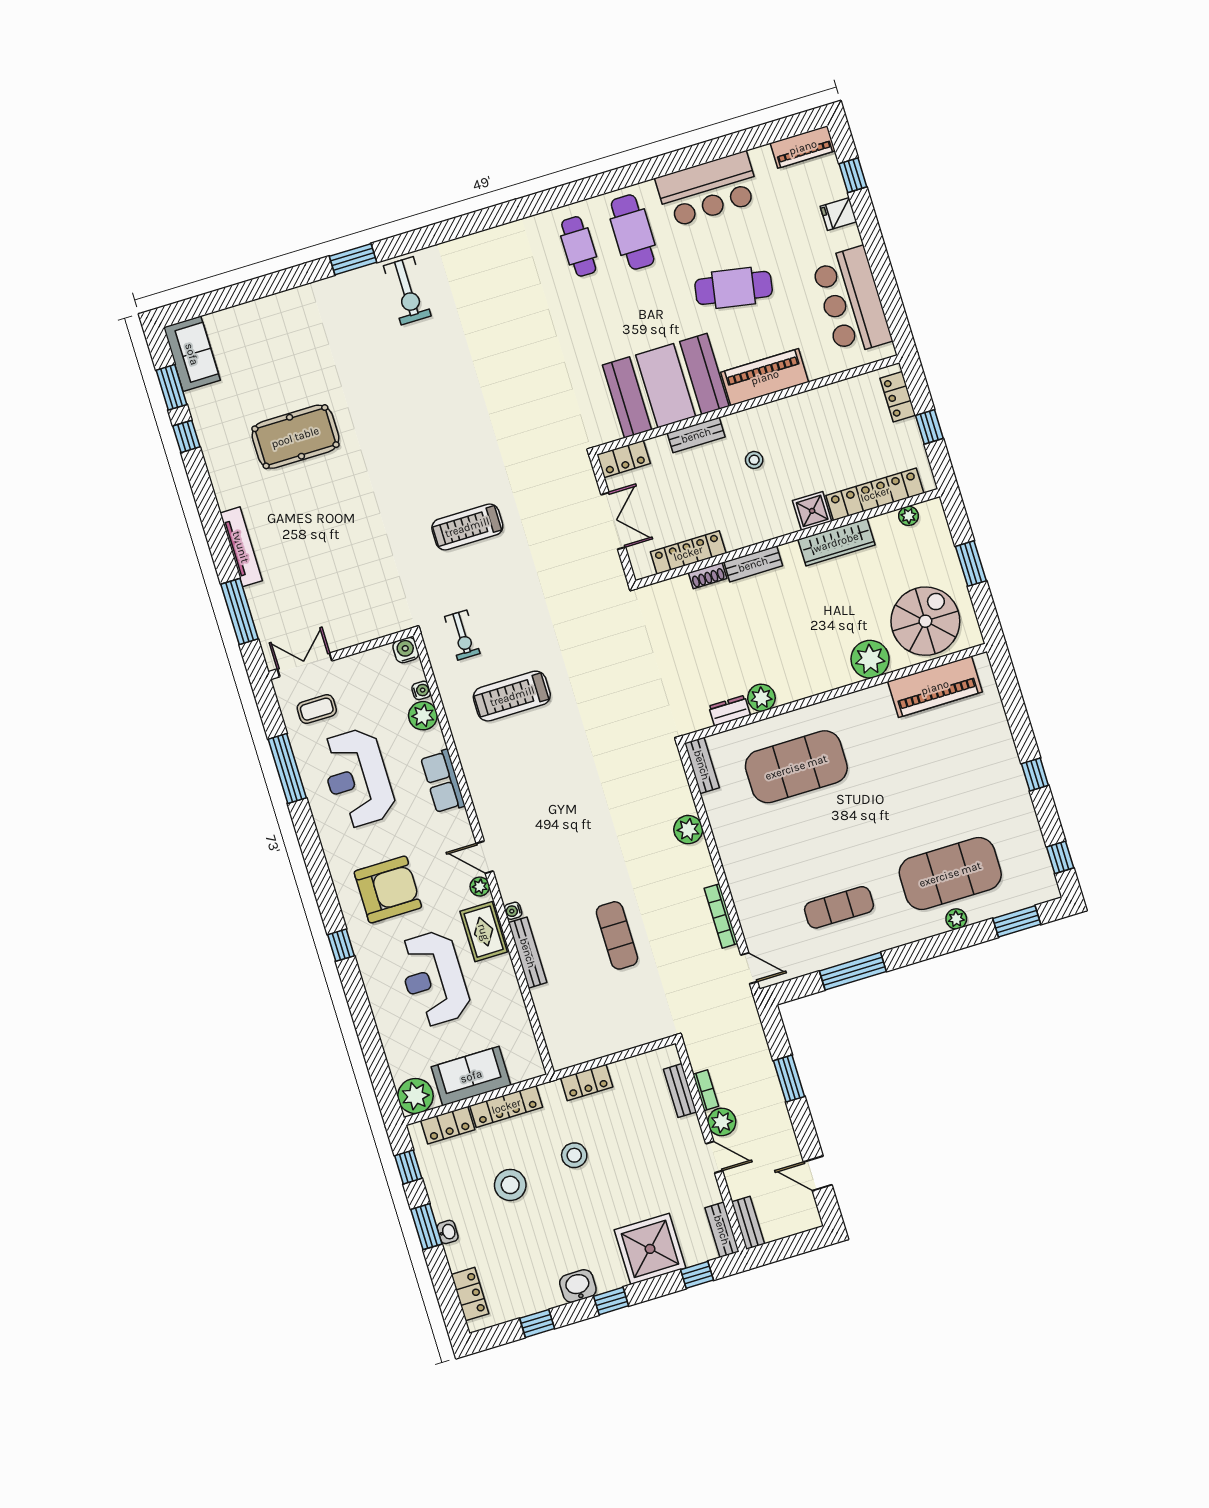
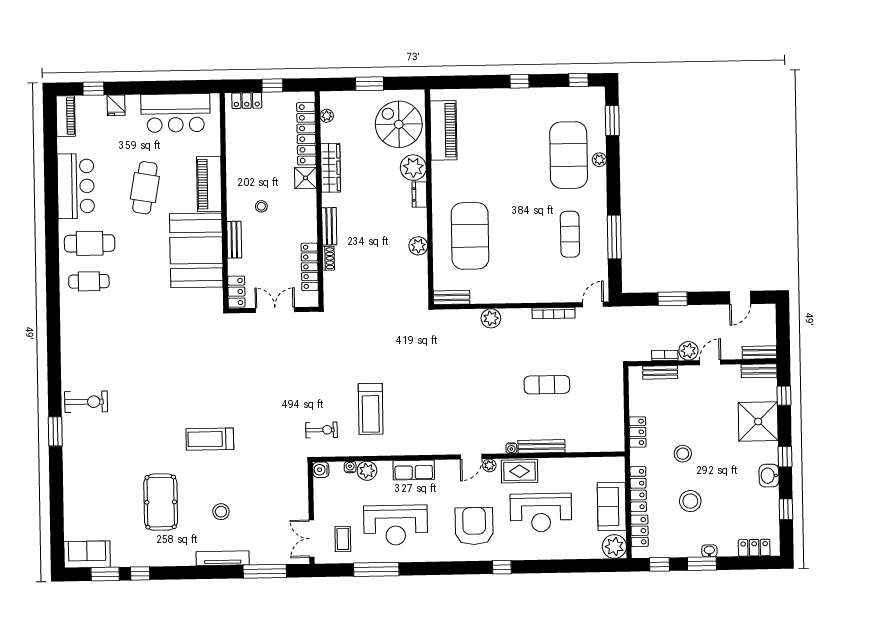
stool: (306, 526) -> (221, 512), added
treadmill: (467, 527) -> (210, 439), moved, turned 90
dresser: (729, 711) -> (419, 194), moved

